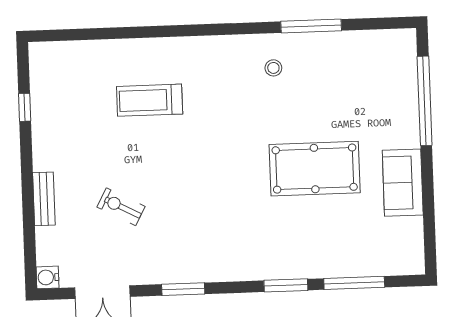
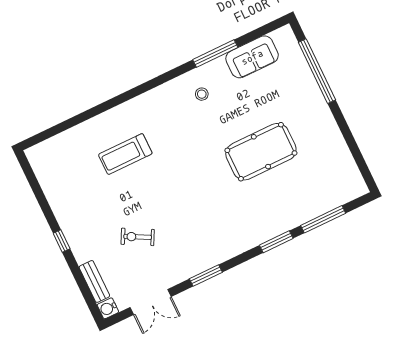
window: (25, 107) -> (62, 241), moved
sofa: (403, 183) -> (252, 57), moved, turned -90
bench: (44, 199) -> (94, 281), moved

